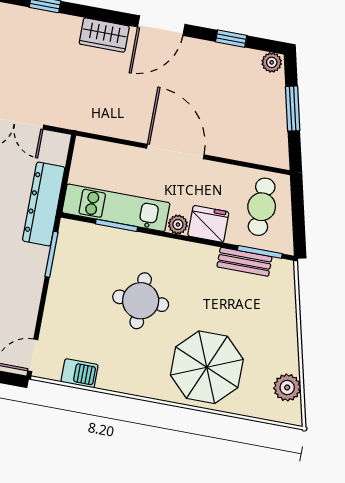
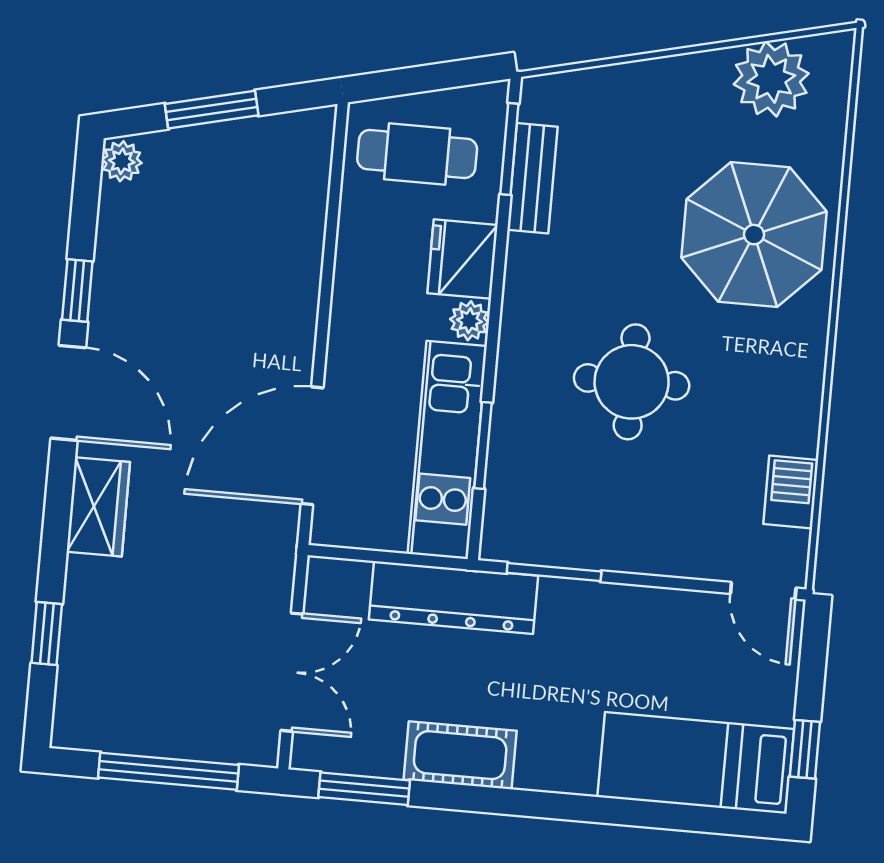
window: (231, 39) -> (77, 291), moved
door: (175, 152) -> (312, 446), moved
plant: (287, 387) -> (771, 79), width x1.36, depth x1.36

